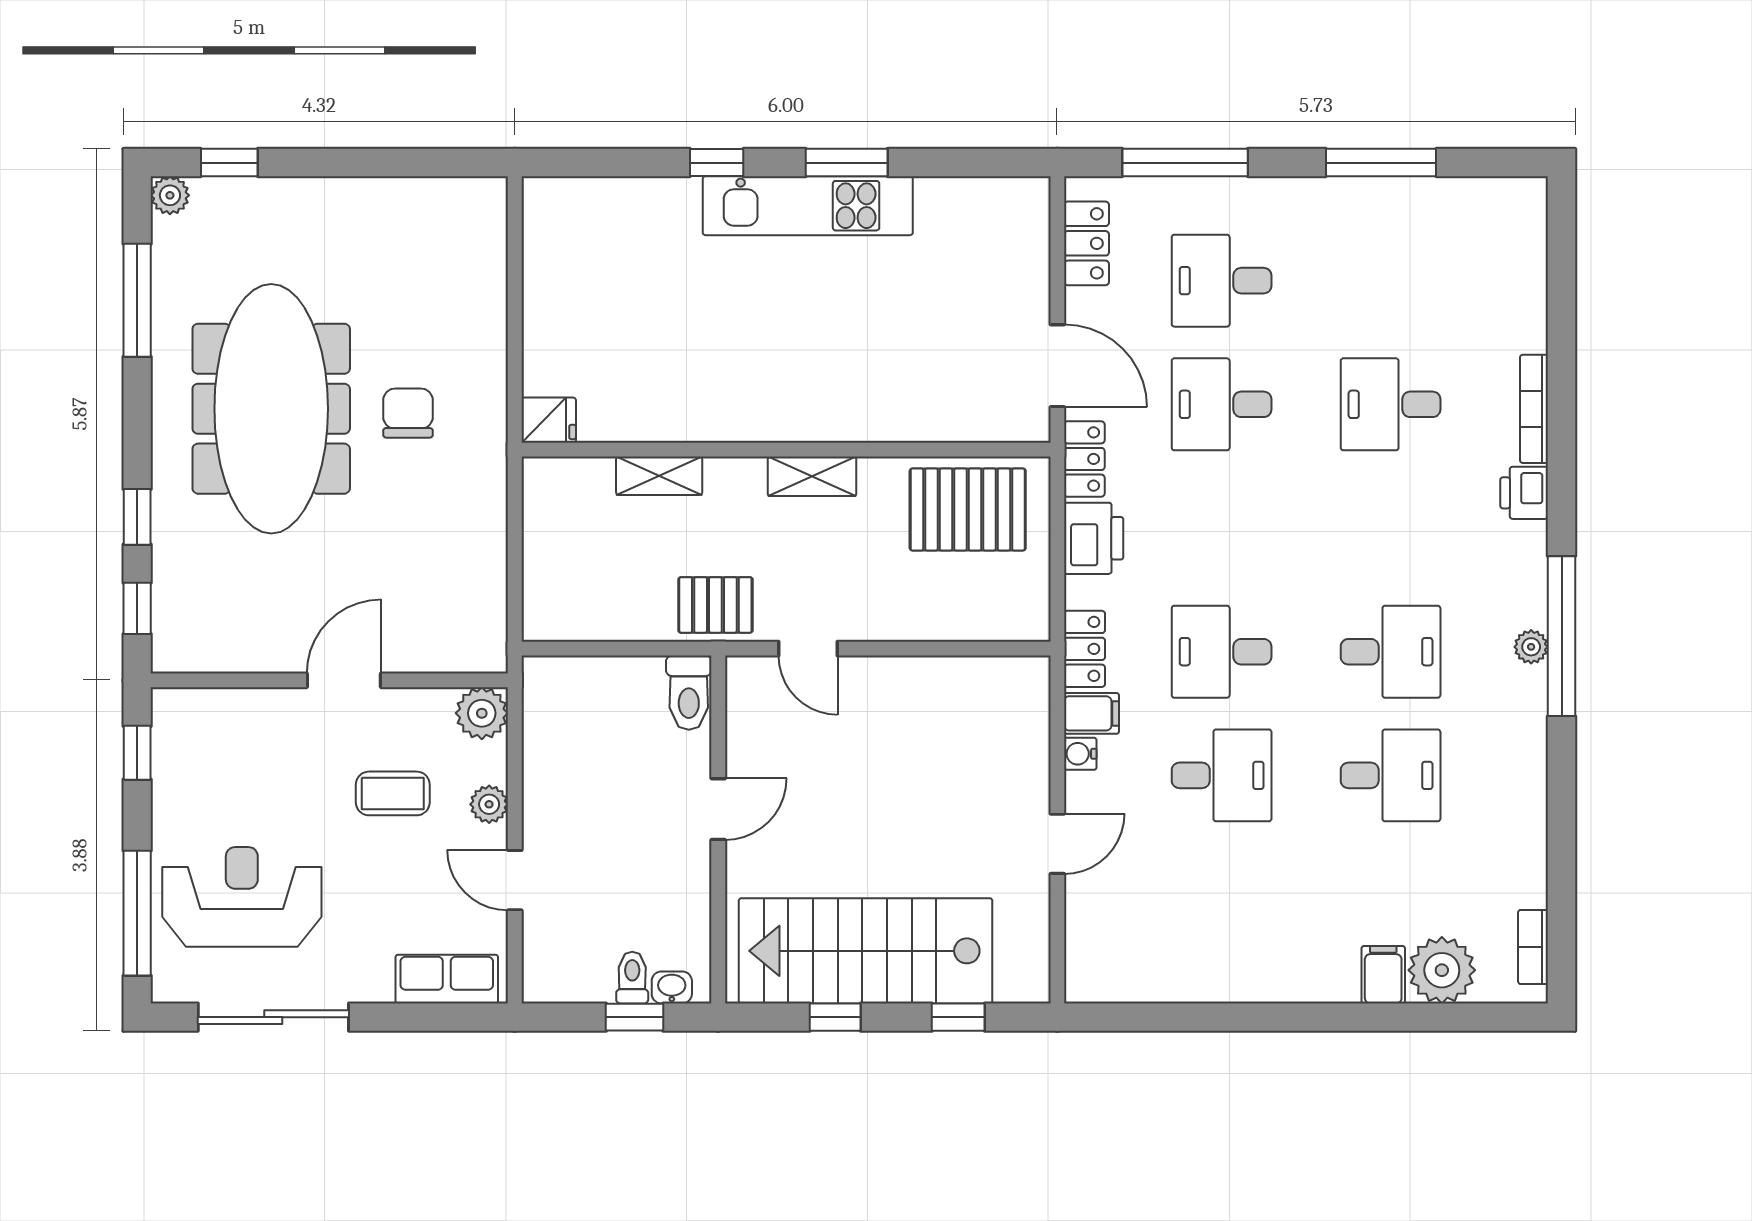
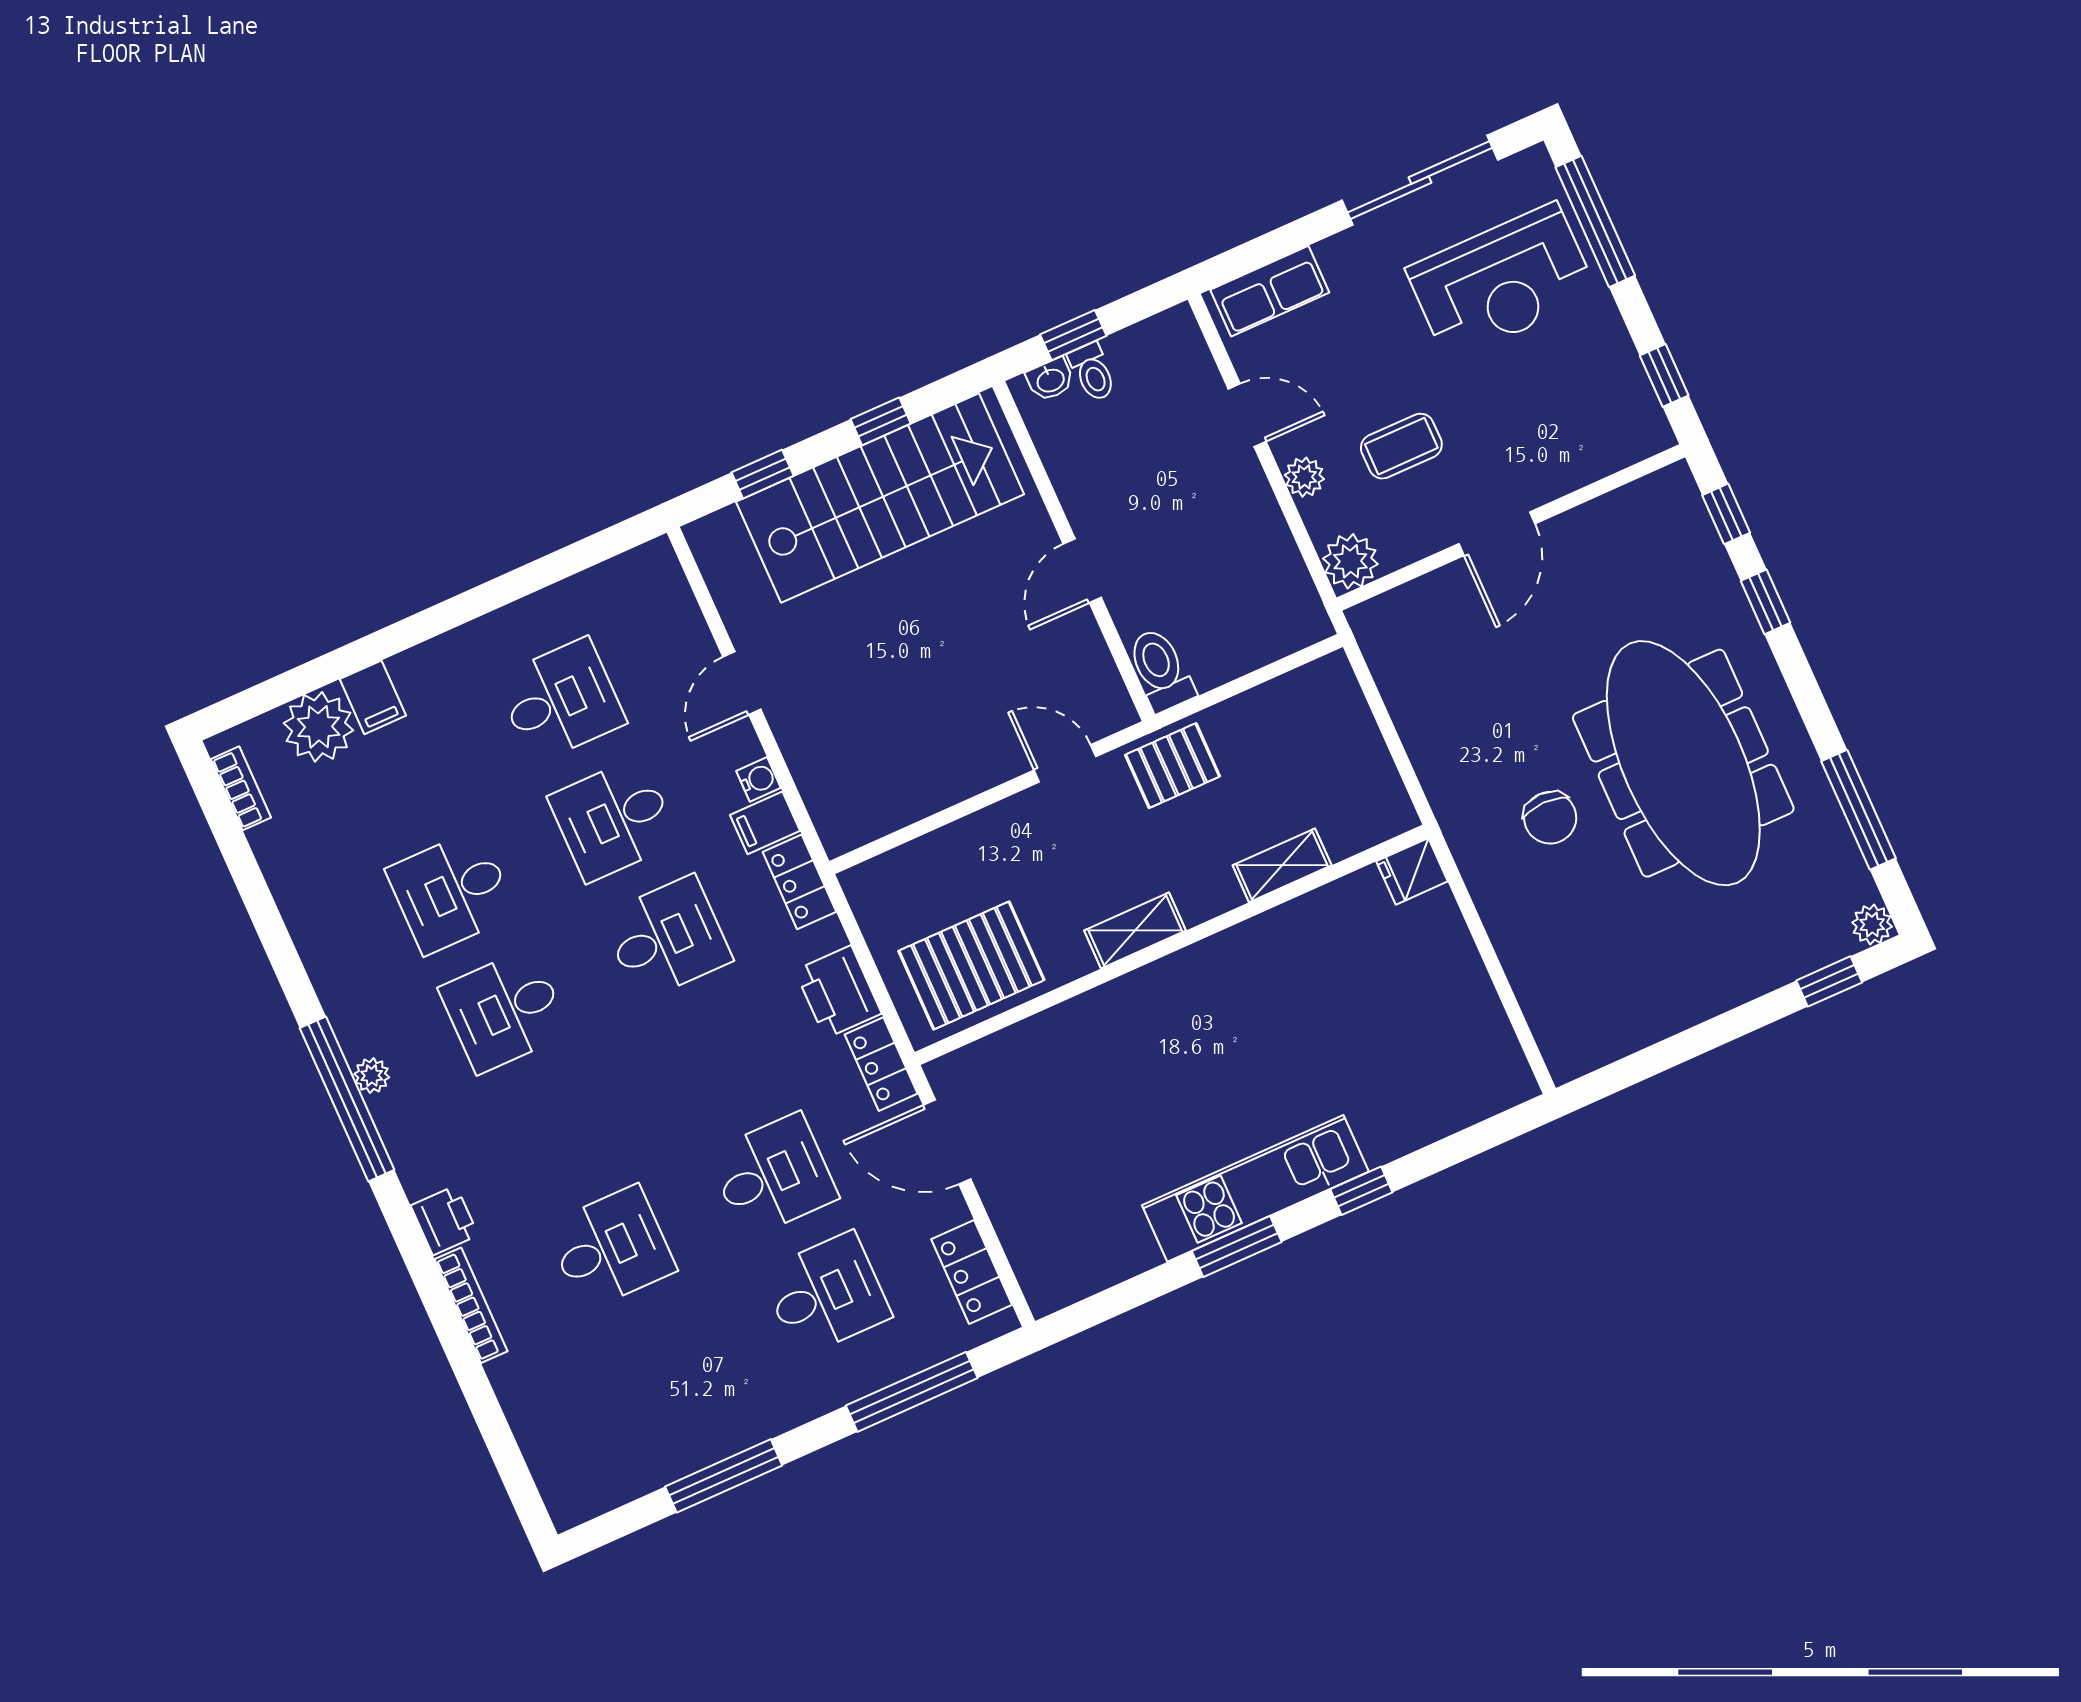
desk: (1222, 899) -> (561, 701), added

